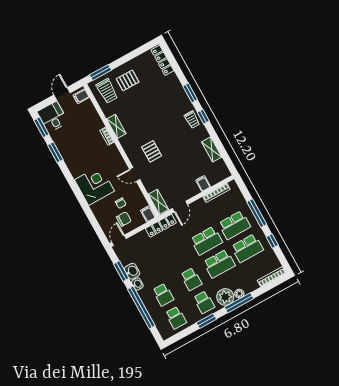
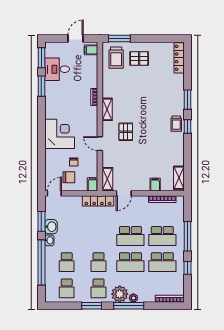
desk: (53, 117) -> (57, 69), moved, turned -90
shelving: (116, 126) -> (107, 109), moved
shelving: (212, 149) -> (179, 178), moved

